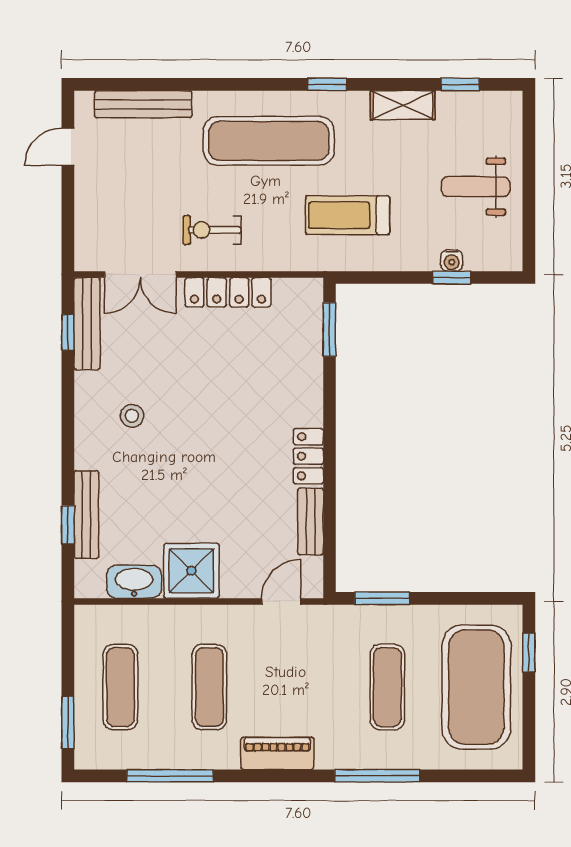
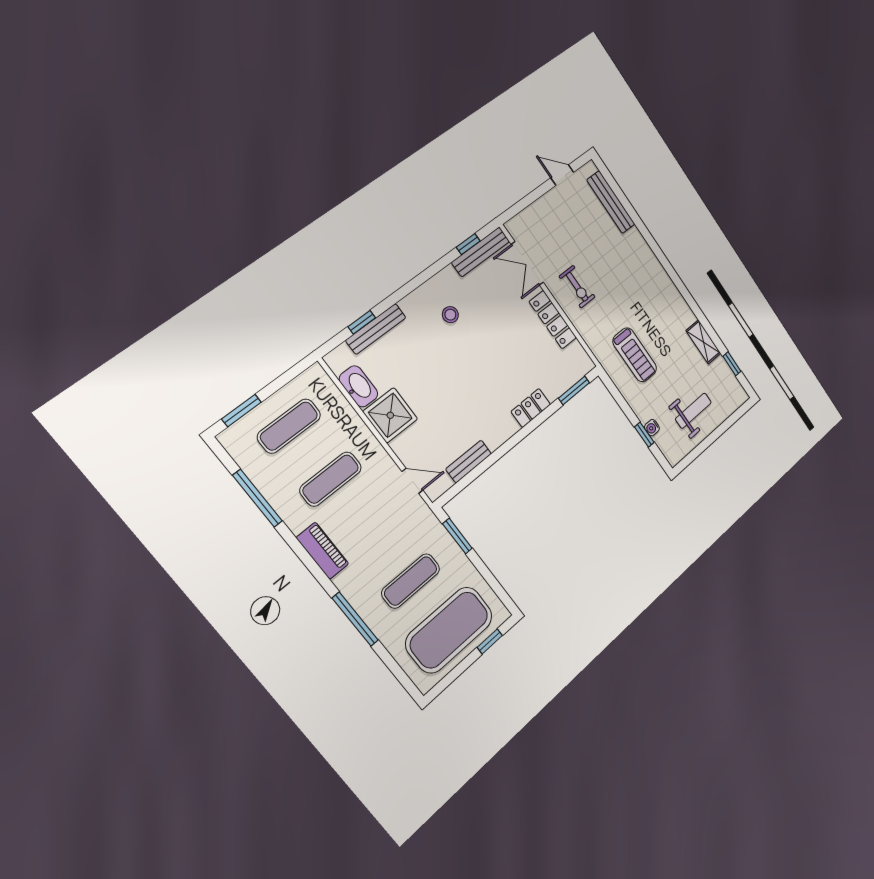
window: (327, 84) -> (686, 295), removed
exercise mat: (269, 141) -> (640, 284), removed
weight bench: (476, 187) -> (693, 411), turned 90
treadmill: (348, 215) -> (635, 355), turned 180
exercise bike: (212, 230) -> (577, 287), turned 180
locker: (308, 456) -> (531, 408), moved

